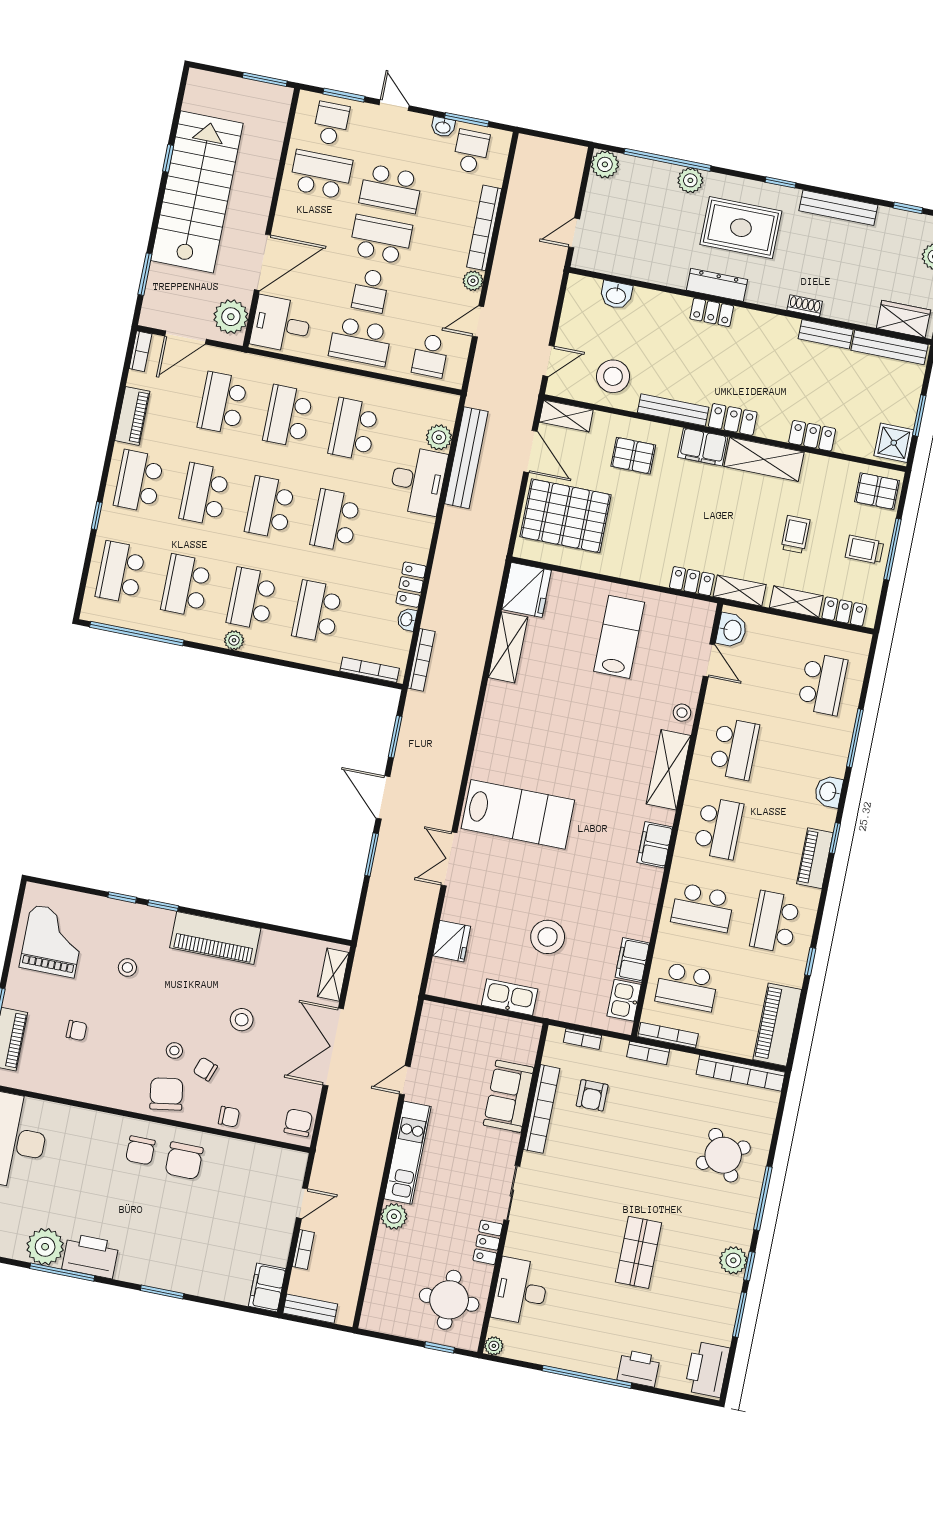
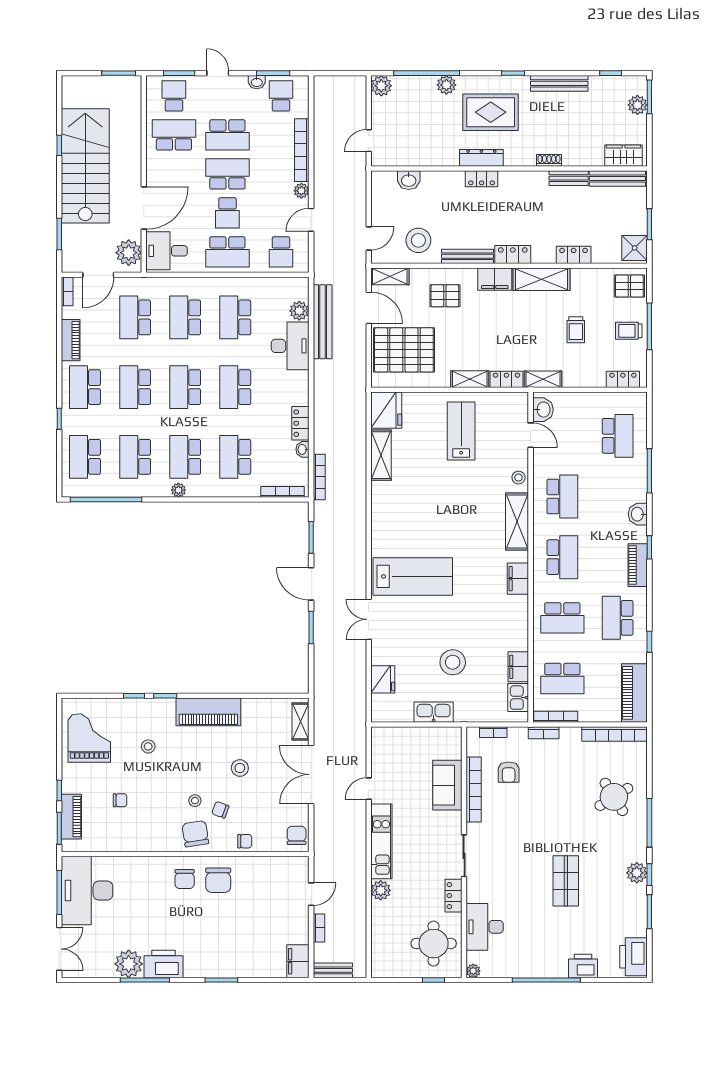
trolley: (796, 534) -> (576, 330), turned 180
shelving: (796, 602) -> (470, 379), moved

